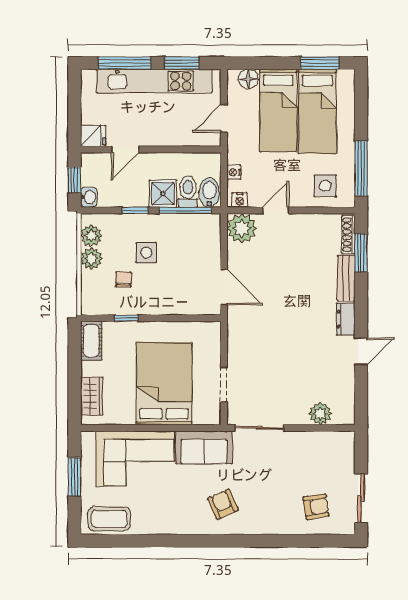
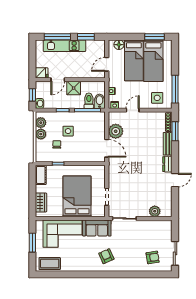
kitchen unit: (154, 81) -> (64, 46), width x0.73
shower: (163, 194) -> (74, 88), moved
plant: (242, 228) -> (116, 131), moved

